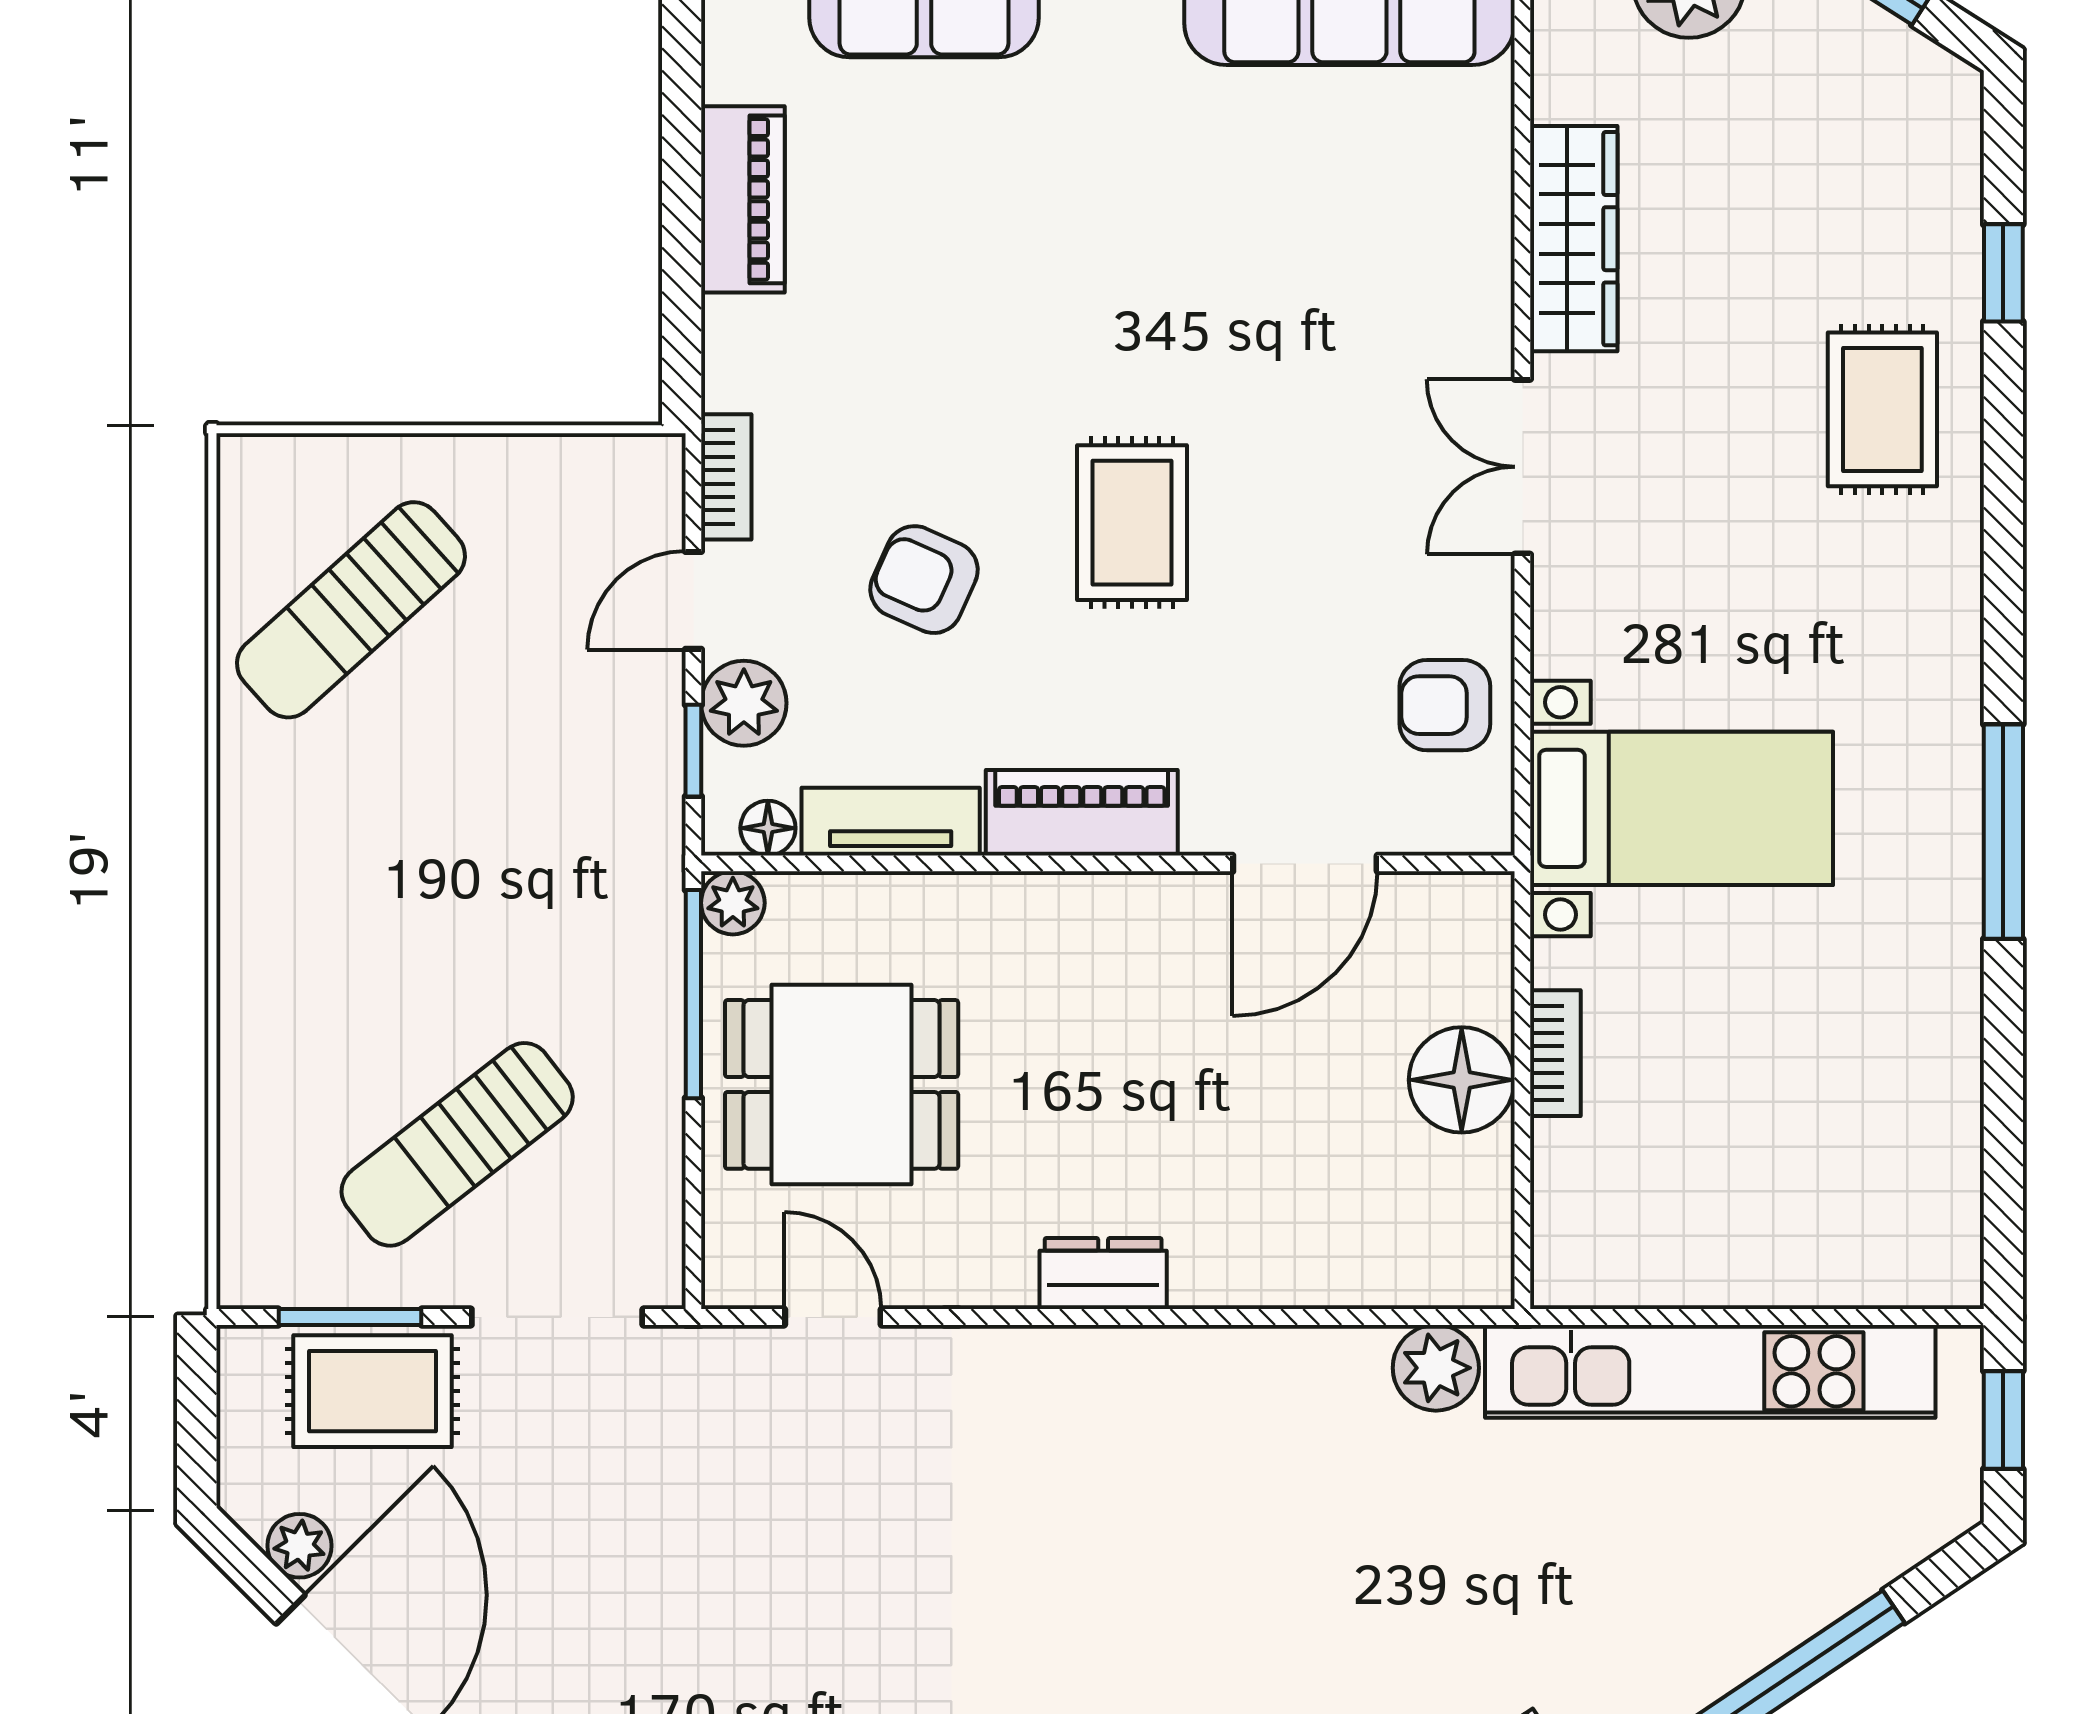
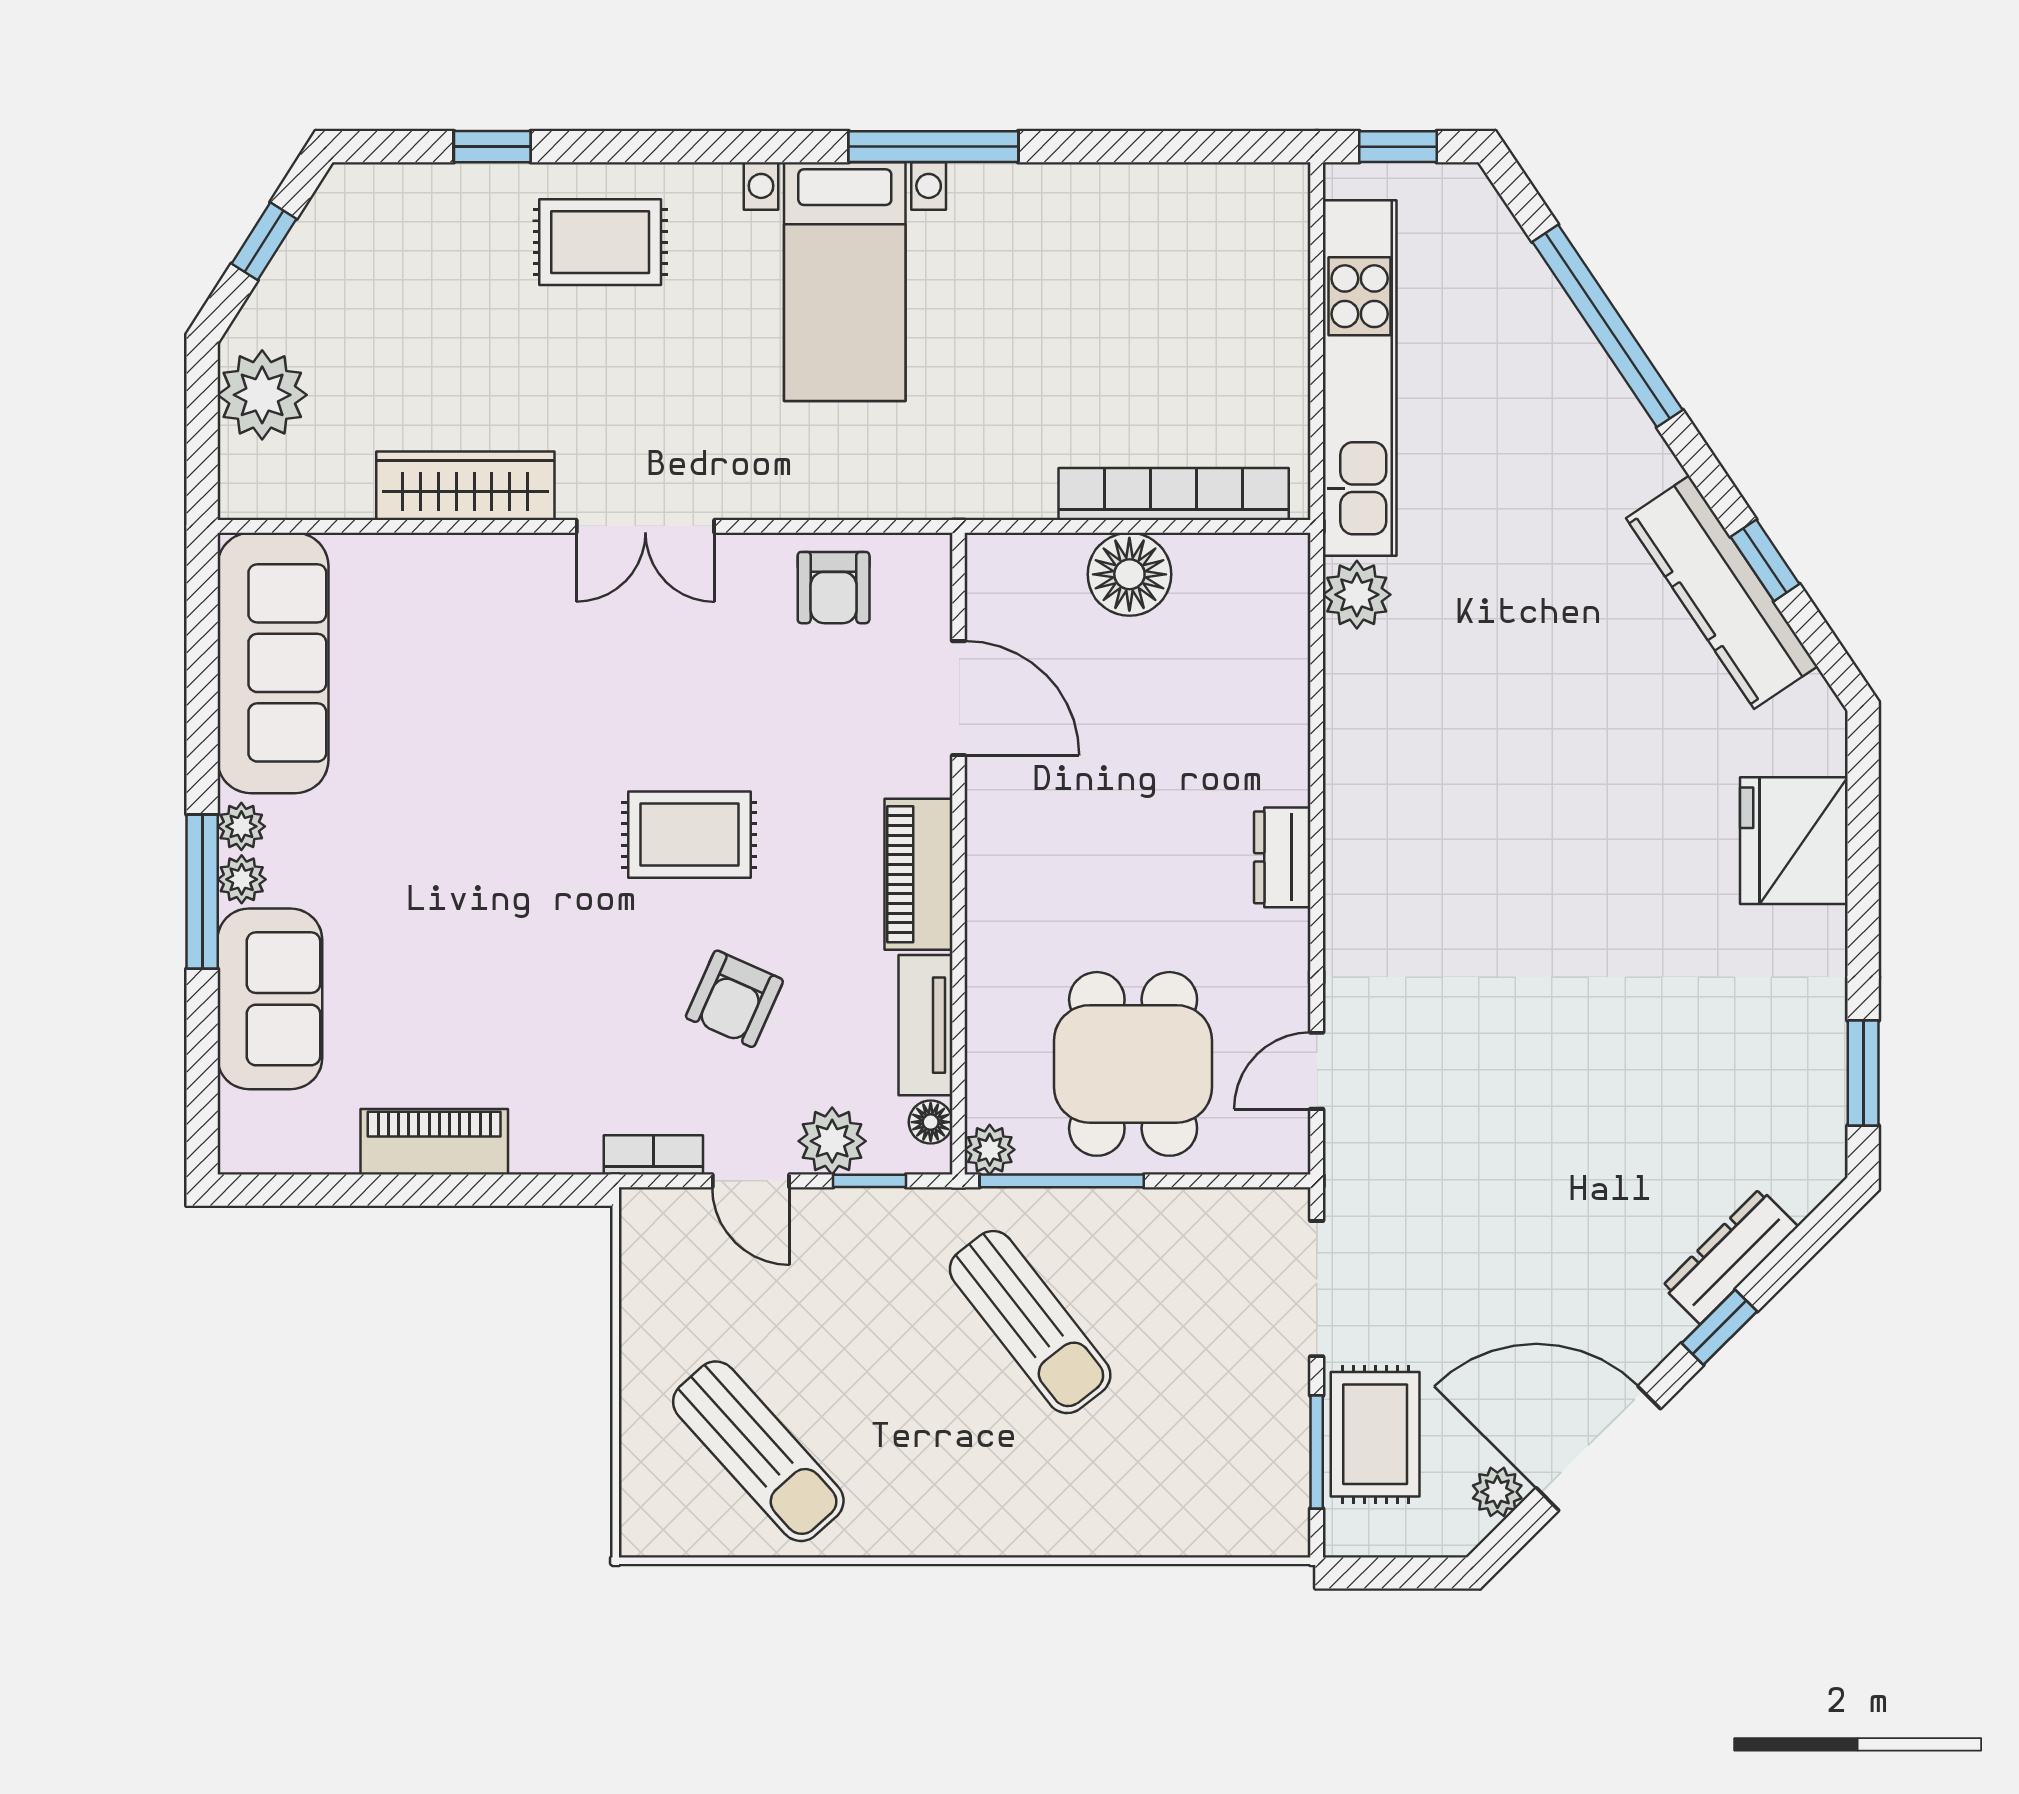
bed with nightstands: (1681, 808) -> (845, 282), moved, turned 180
bookcase: (1555, 1053) -> (1174, 494), width x2.31, depth x1.31
sun lounger: (457, 1144) -> (1030, 1322), moved

